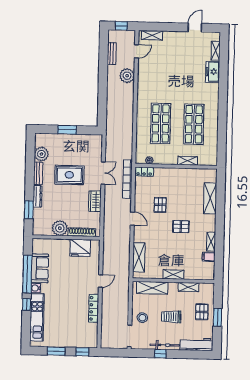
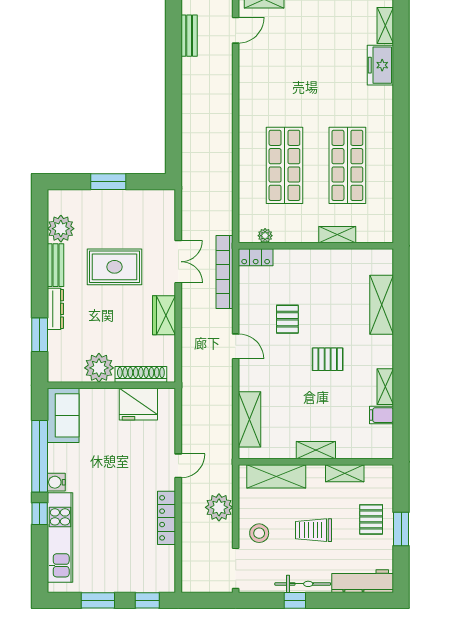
plant: (127, 76) -> (219, 507), moved
sofa: (40, 268) -> (63, 415), moved

